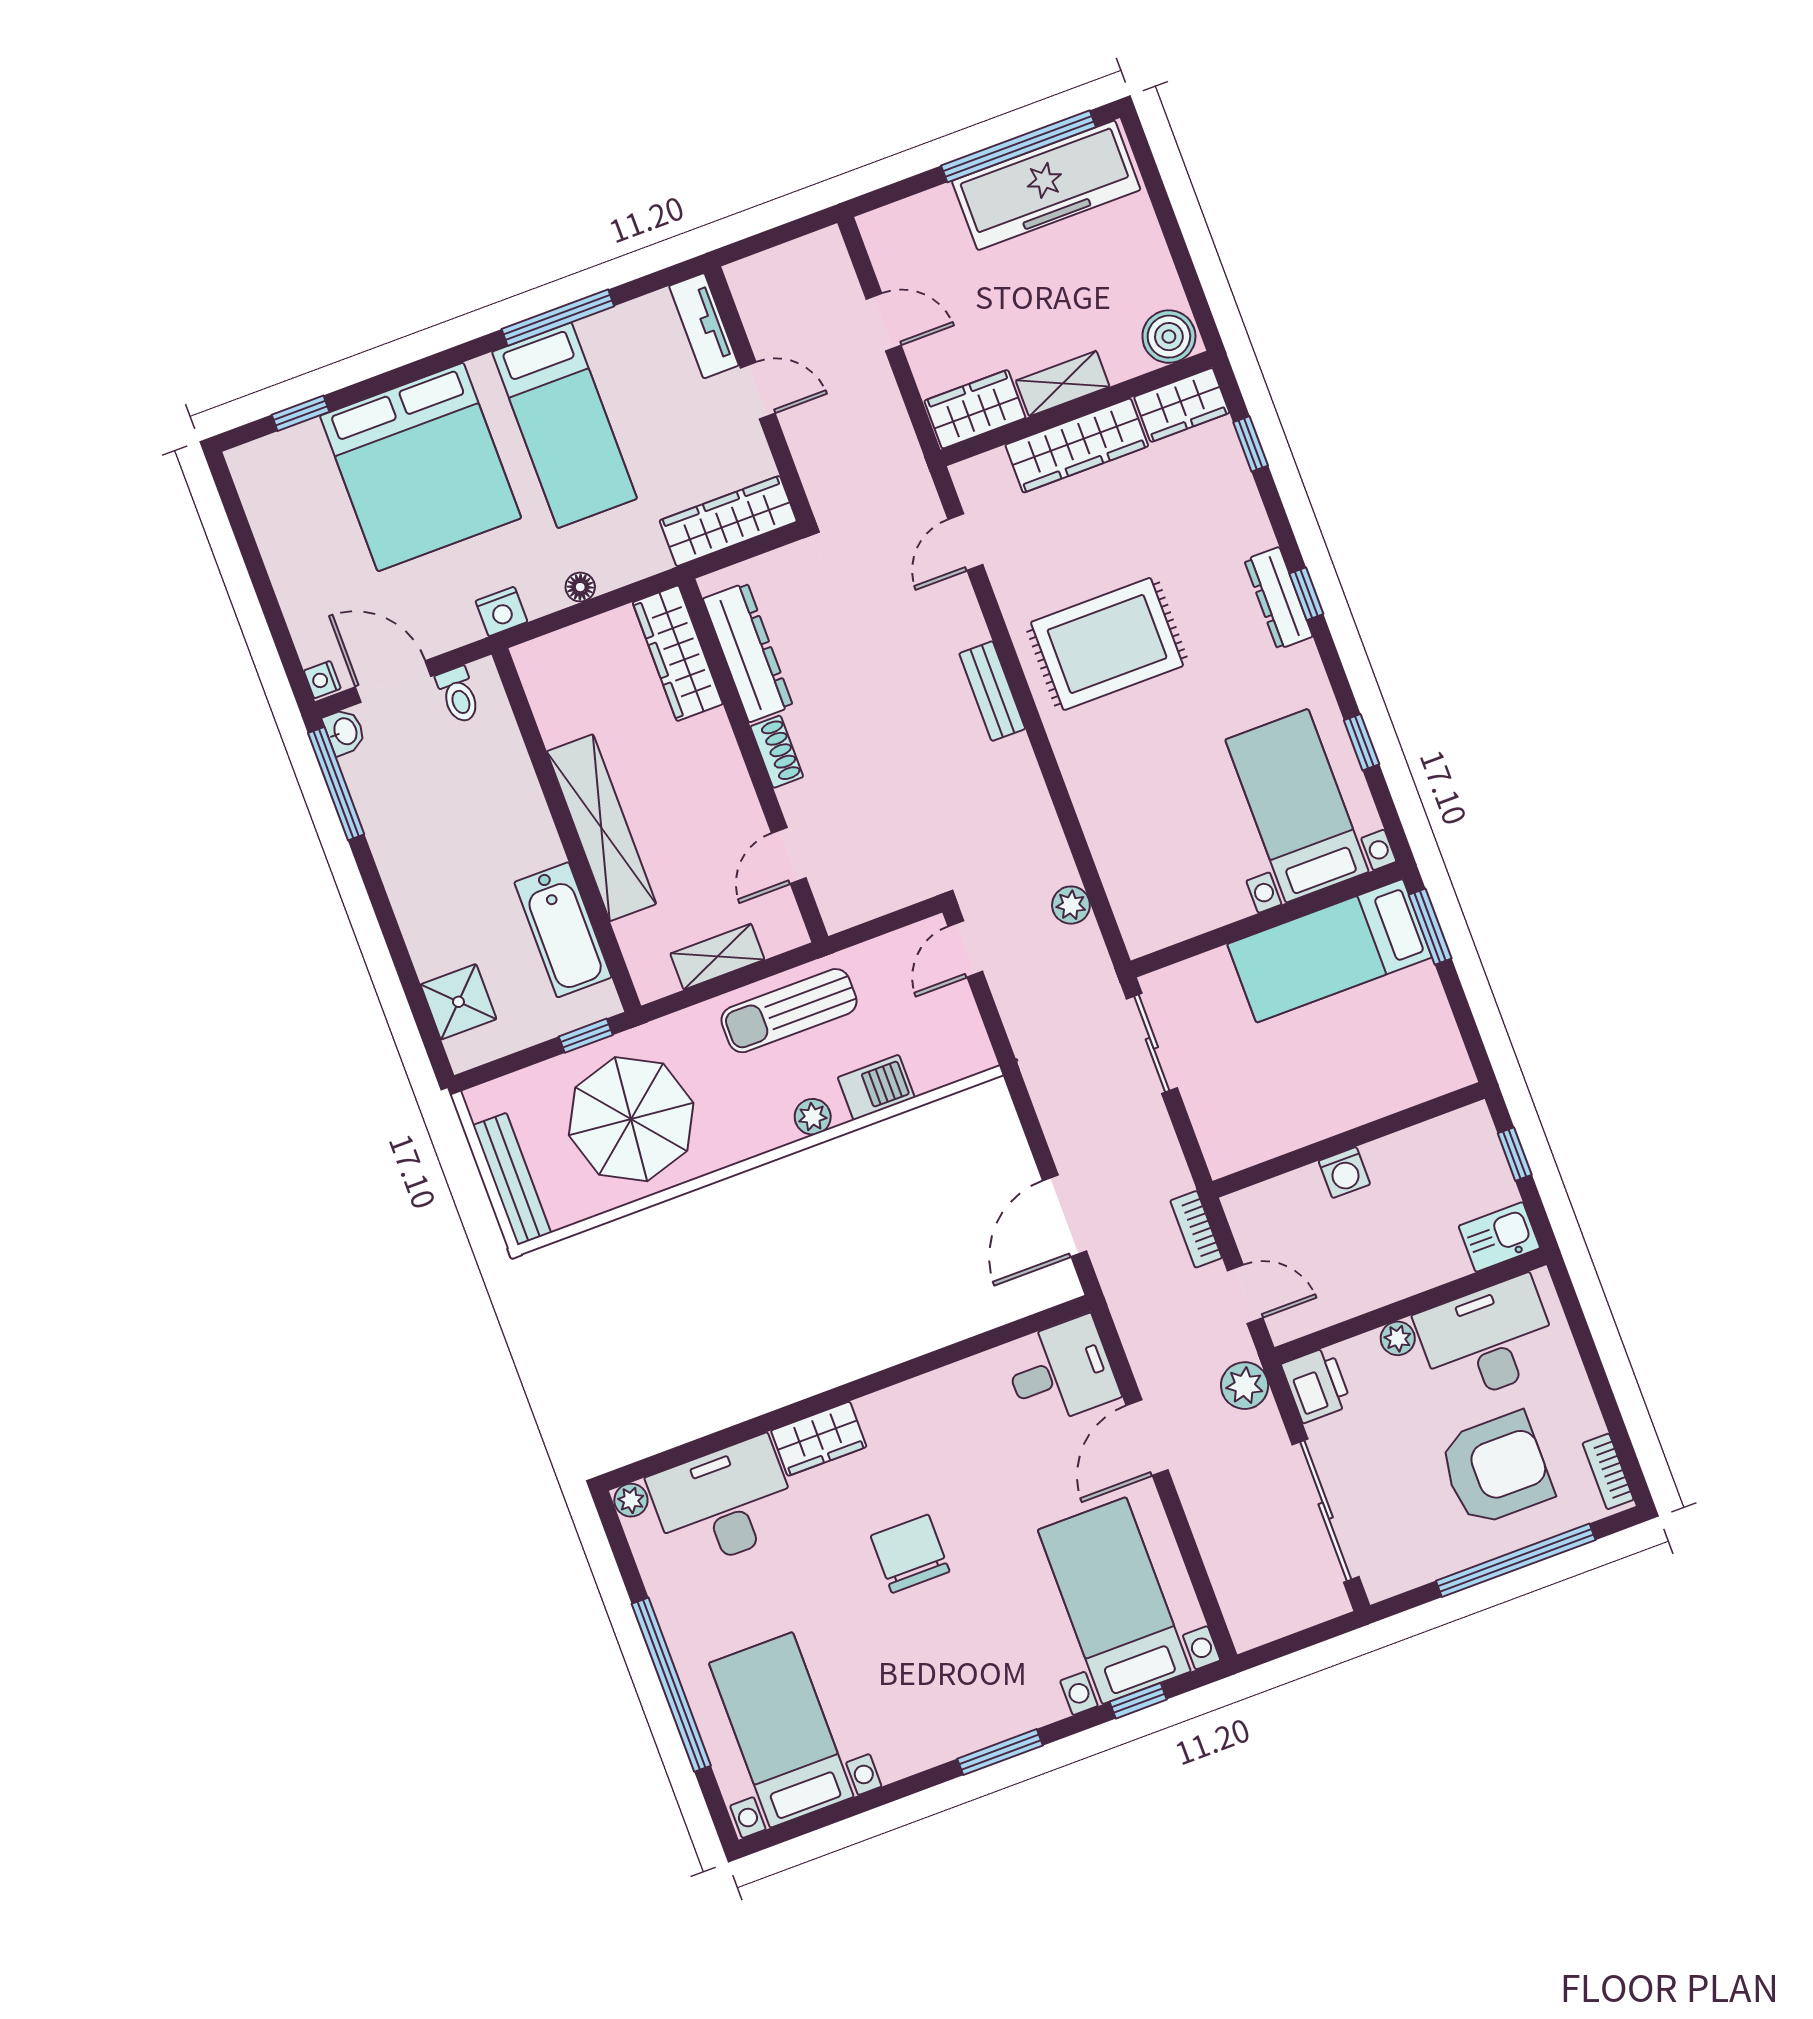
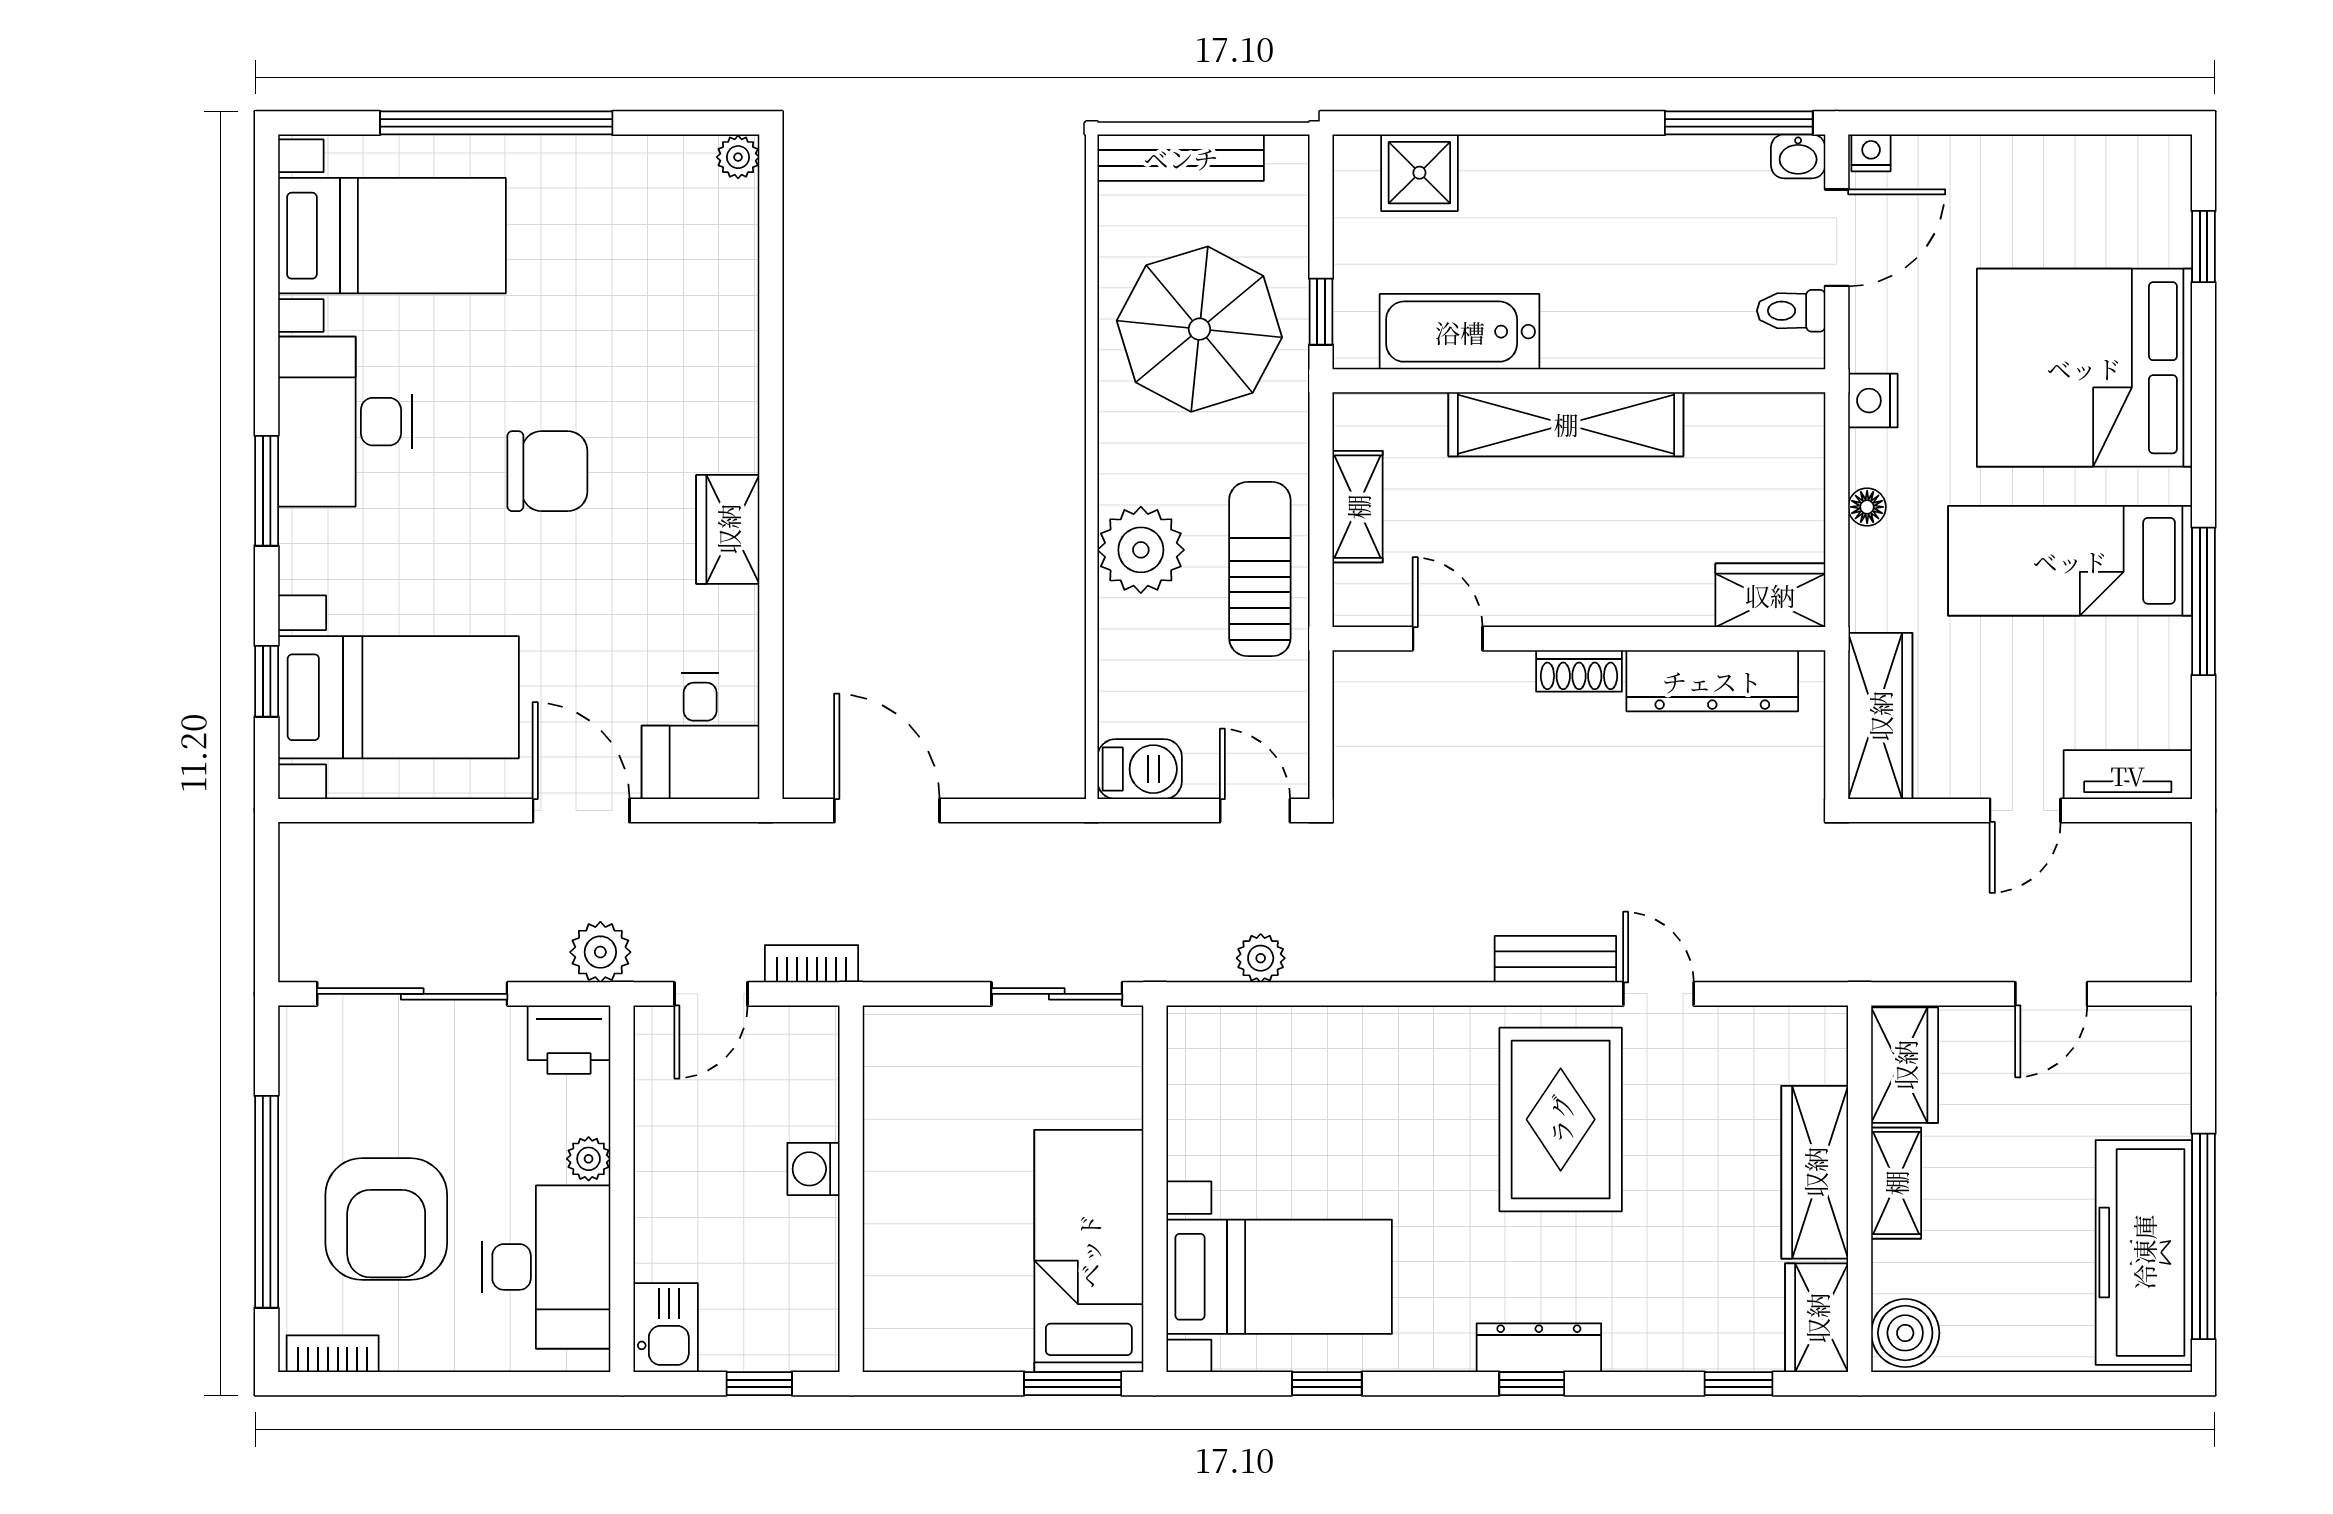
door: (965, 542) -> (1658, 994), moved
wardrobe: (678, 653) -> (1770, 595), width x0.67
barbecue: (876, 1087) -> (1140, 769), moved, turned -90
plant: (813, 1117) -> (1141, 550), width x1.88, depth x1.88
wardrobe: (819, 1439) -> (728, 529), moved
desk: (724, 1503) -> (345, 422), moved, turned 180

